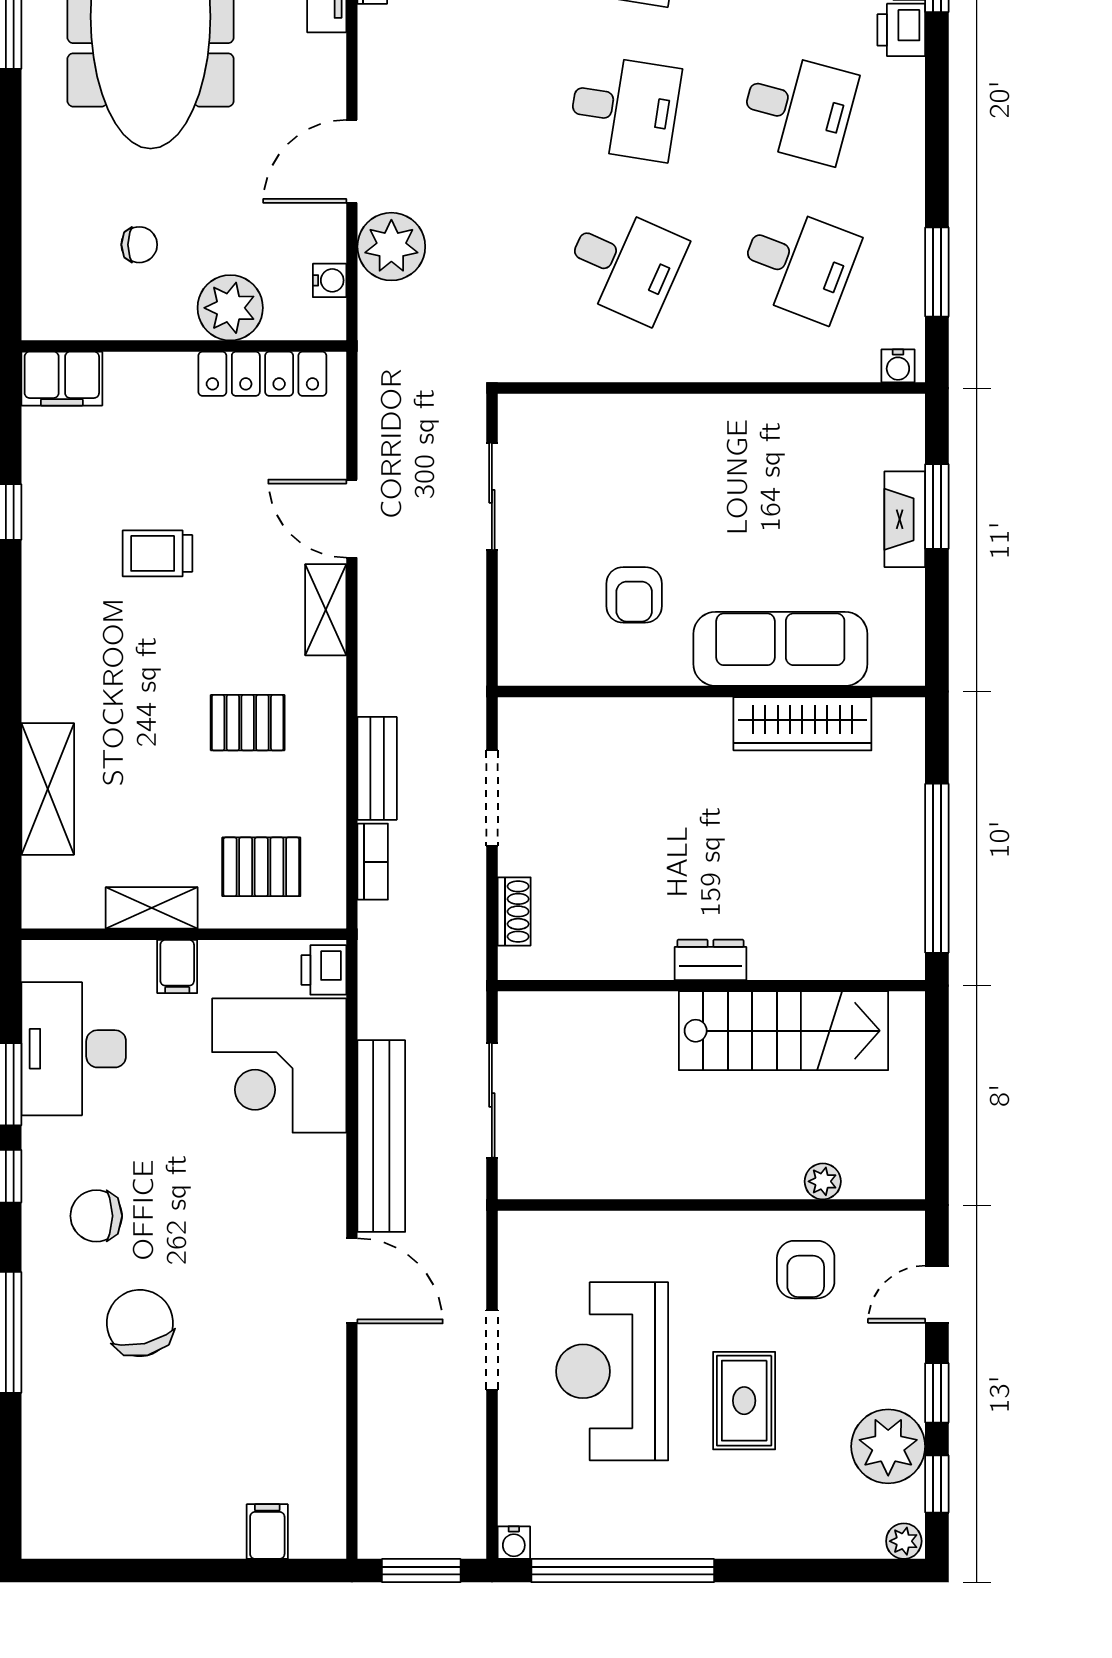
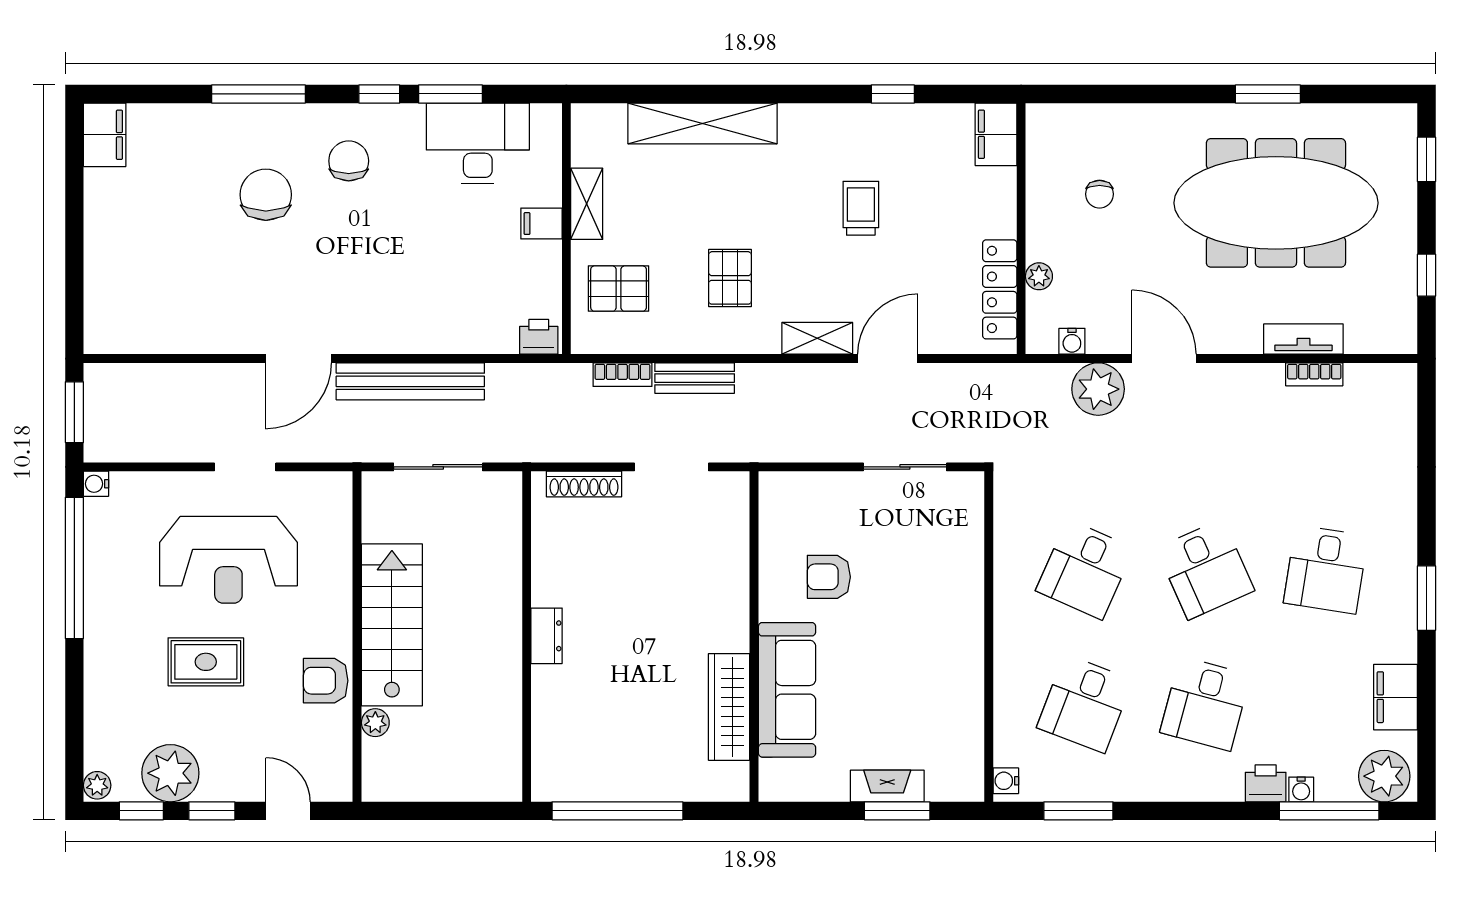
desk: (625, 108) -> (1205, 569), turned -33
plant: (230, 308) -> (1039, 276), width x0.53, depth x0.53
shelving: (48, 789) -> (702, 123), width x1.47
pallet: (261, 867) -> (619, 289), turned 90
shoe rack: (514, 911) -> (584, 484), width x1.43
stairs: (784, 1031) -> (392, 625), moved, turned 180
corner desk: (279, 1066) -> (465, 302), removed
armchair: (806, 1270) -> (326, 681), moved
chair: (140, 1323) -> (266, 195), turned -77
reception desk: (612, 1371) -> (228, 560), turned 180
filing cabinet: (267, 1532) -> (105, 135), moved, width x2.00

